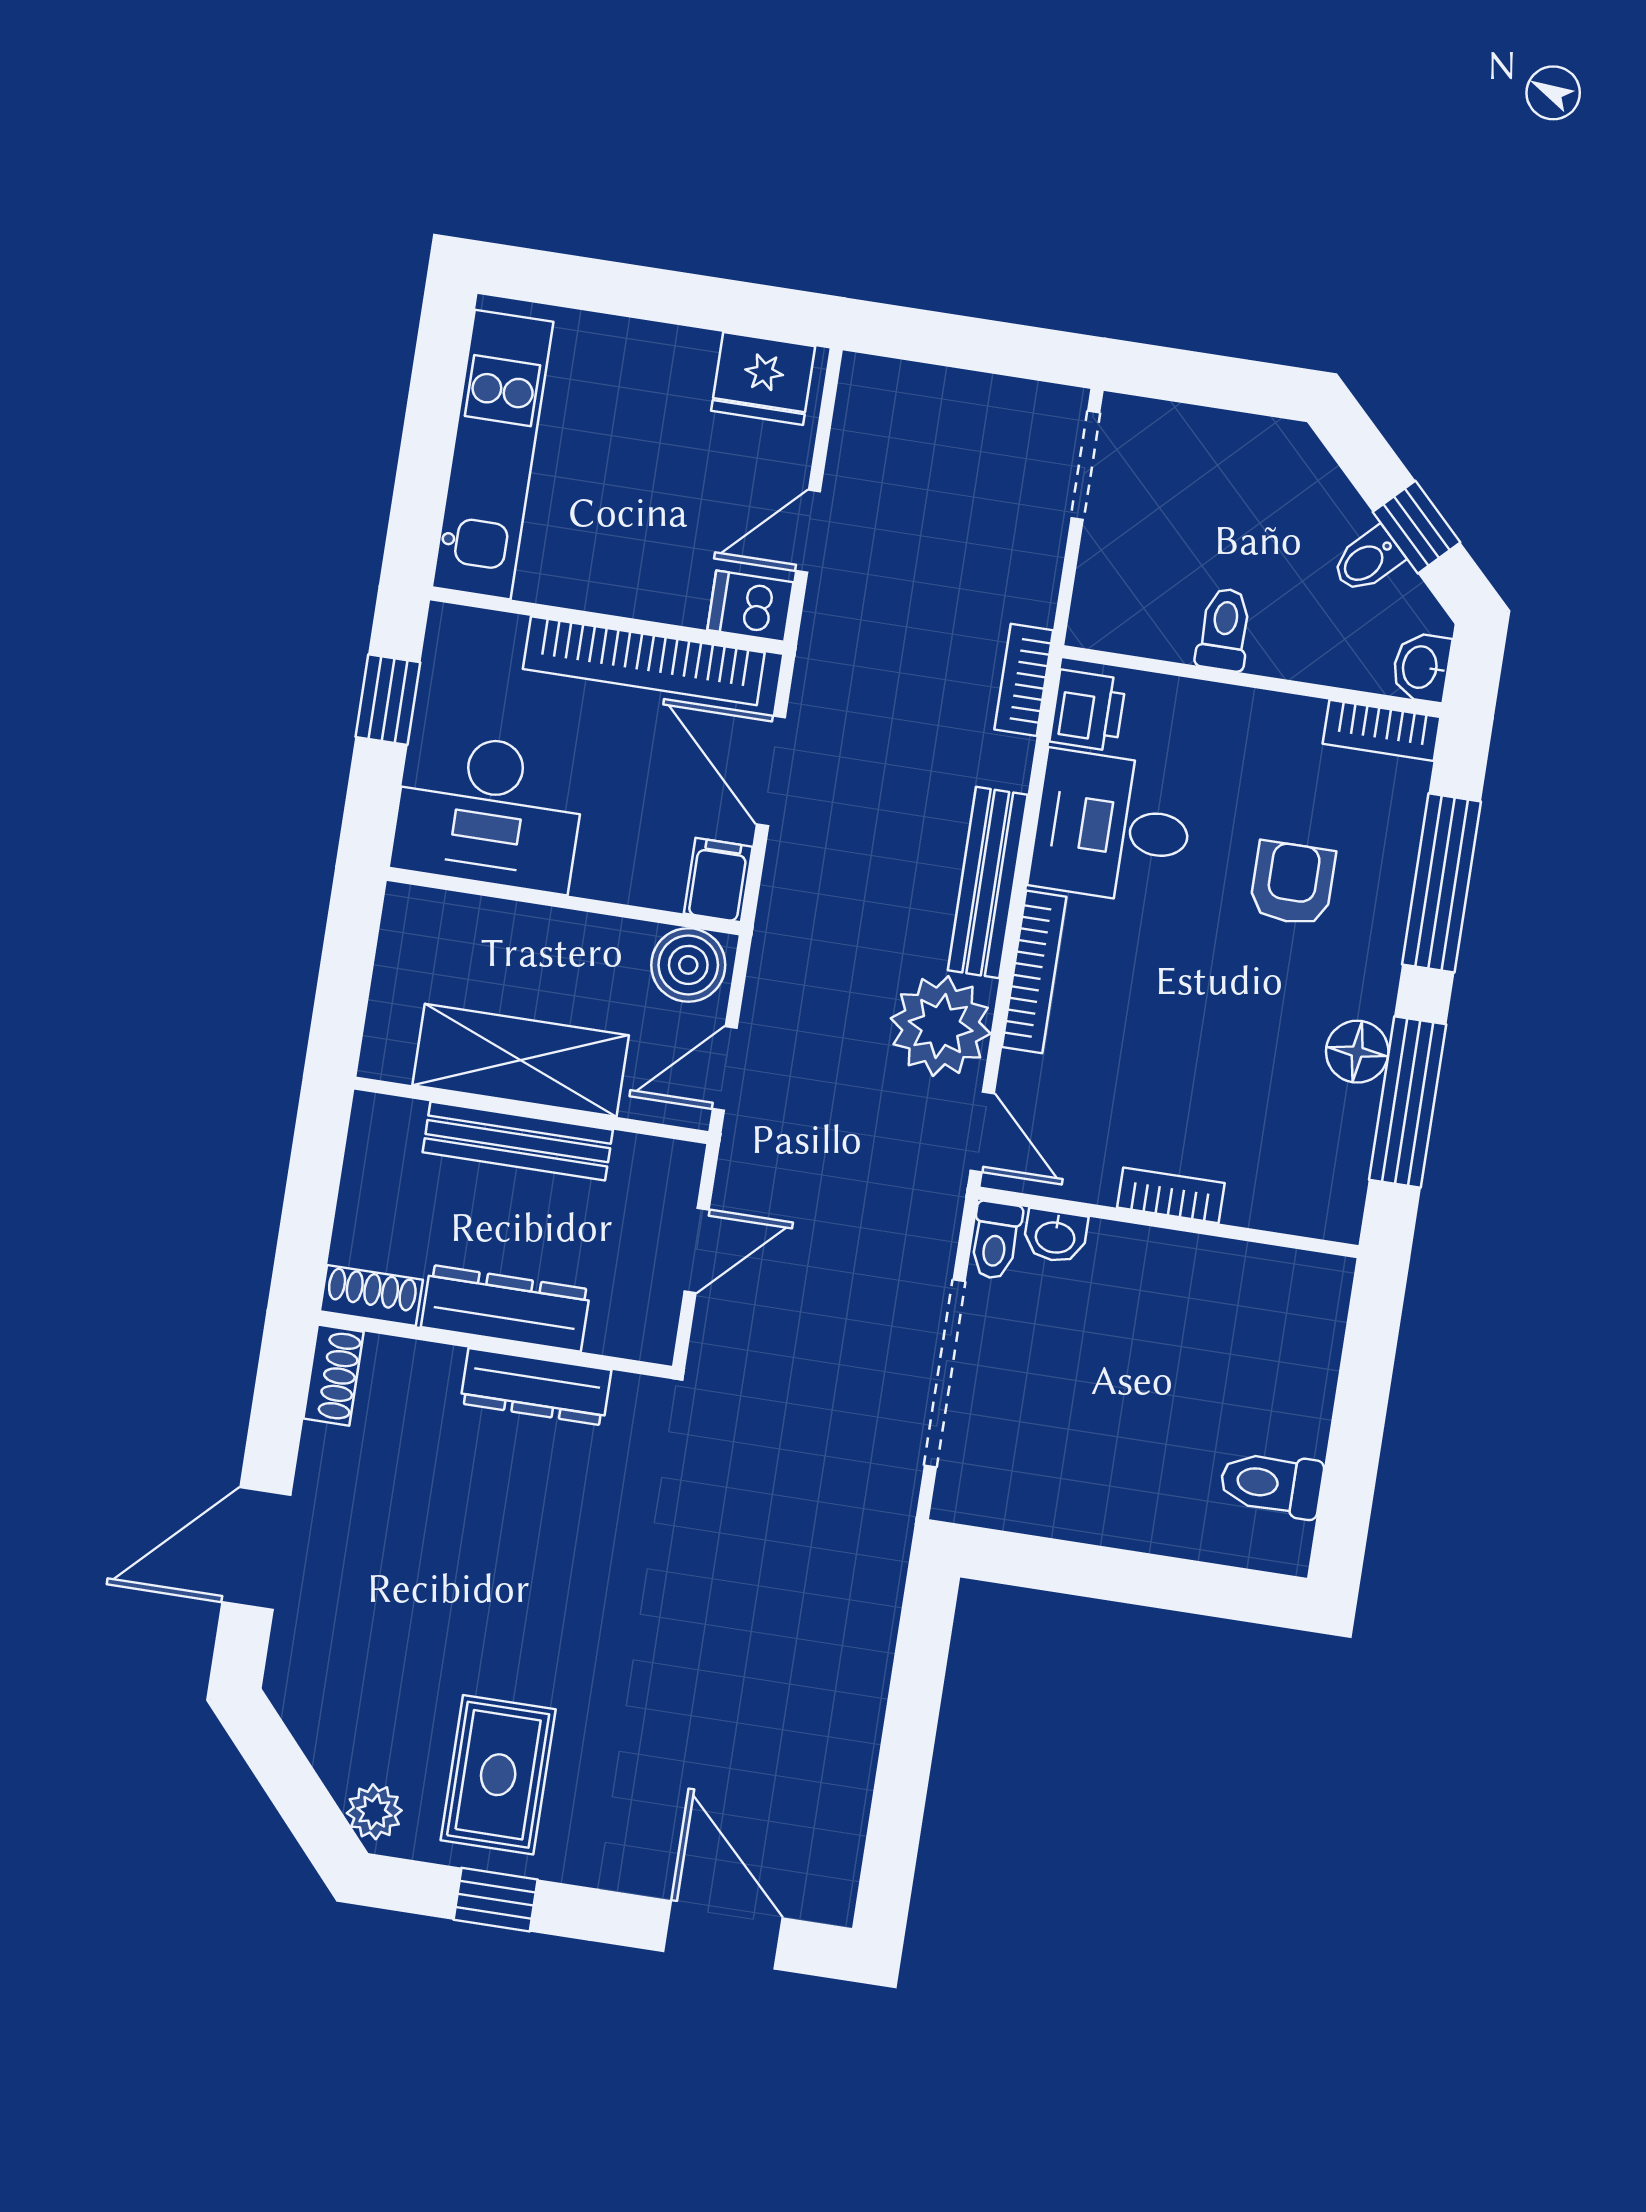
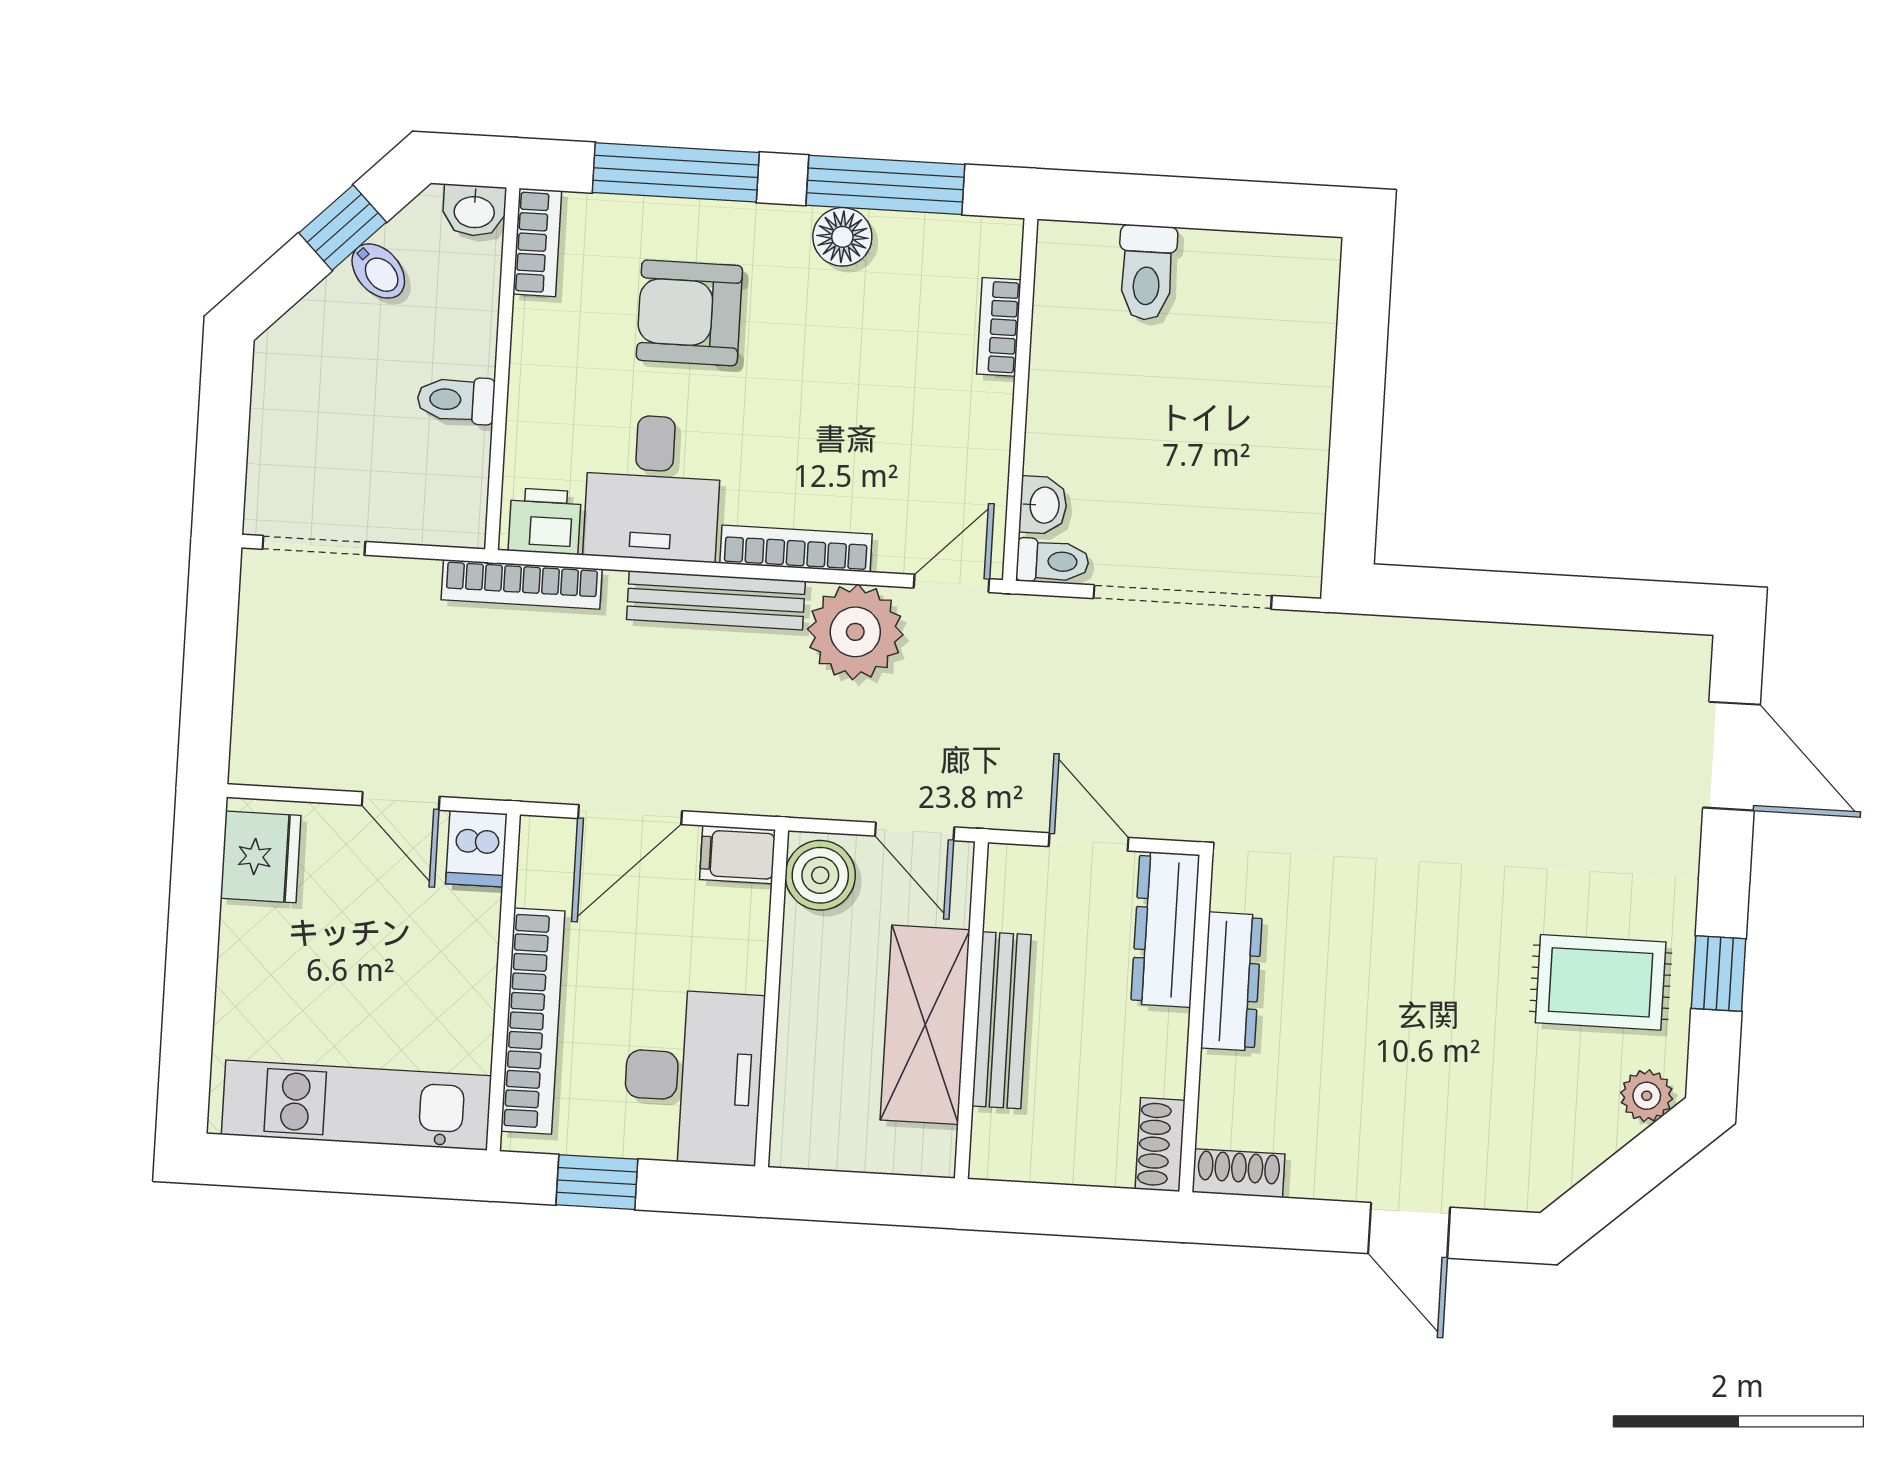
bookcase: (644, 661) -> (533, 1021), moved
bookcase: (1024, 680) -> (522, 584), width x1.56
armchair: (1292, 883) -> (689, 313), width x1.38, depth x1.38
bookcase: (1171, 1195) -> (999, 327), moved
dresser: (506, 1308) -> (1165, 929), moved
toilet: (1271, 1484) -> (1147, 273), moved
door: (256, 1549) -> (1409, 1230), width x0.73
door: (723, 1935) -> (1732, 756), swing flipped

